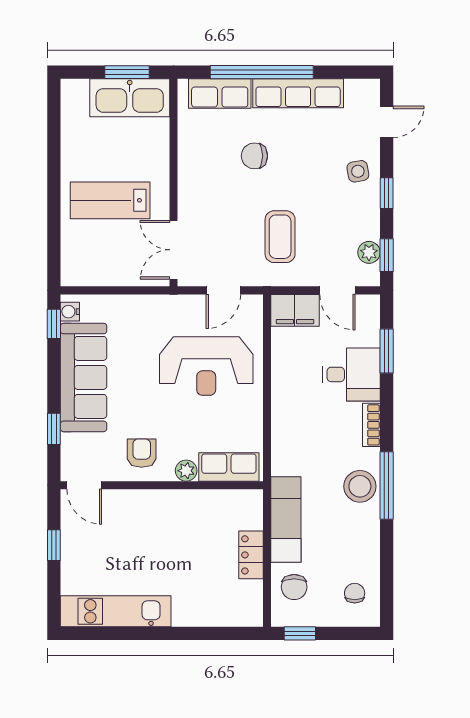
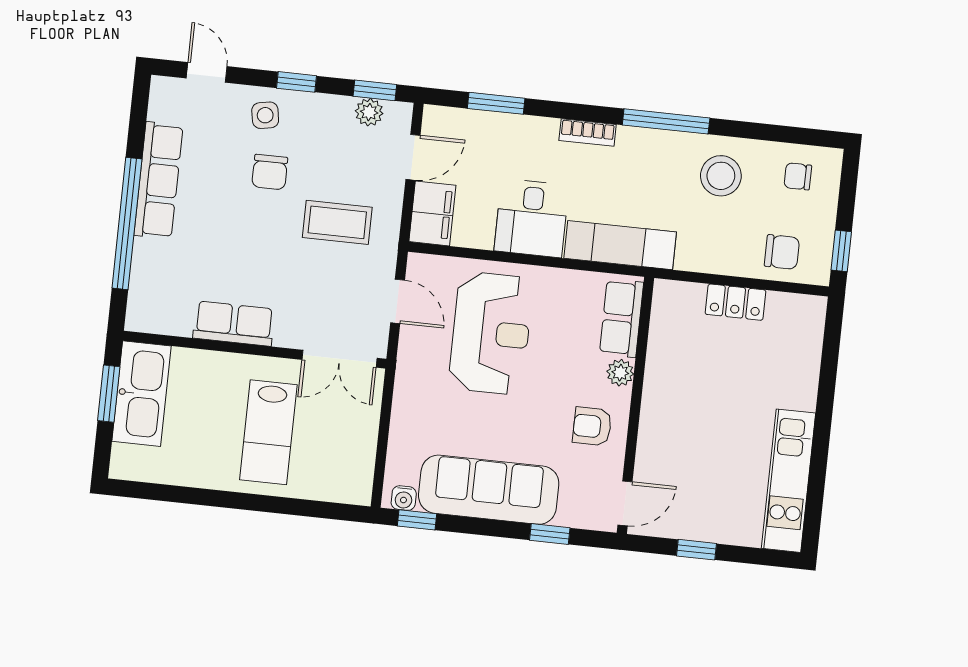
row of seats: (220, 93) -> (234, 324), moved, turned -90
chair: (254, 156) -> (270, 172), moved
desk: (351, 374) -> (532, 218), moved, turned 180
stool: (360, 486) -> (721, 176), moved
exam couch: (286, 520) -> (620, 245), moved

